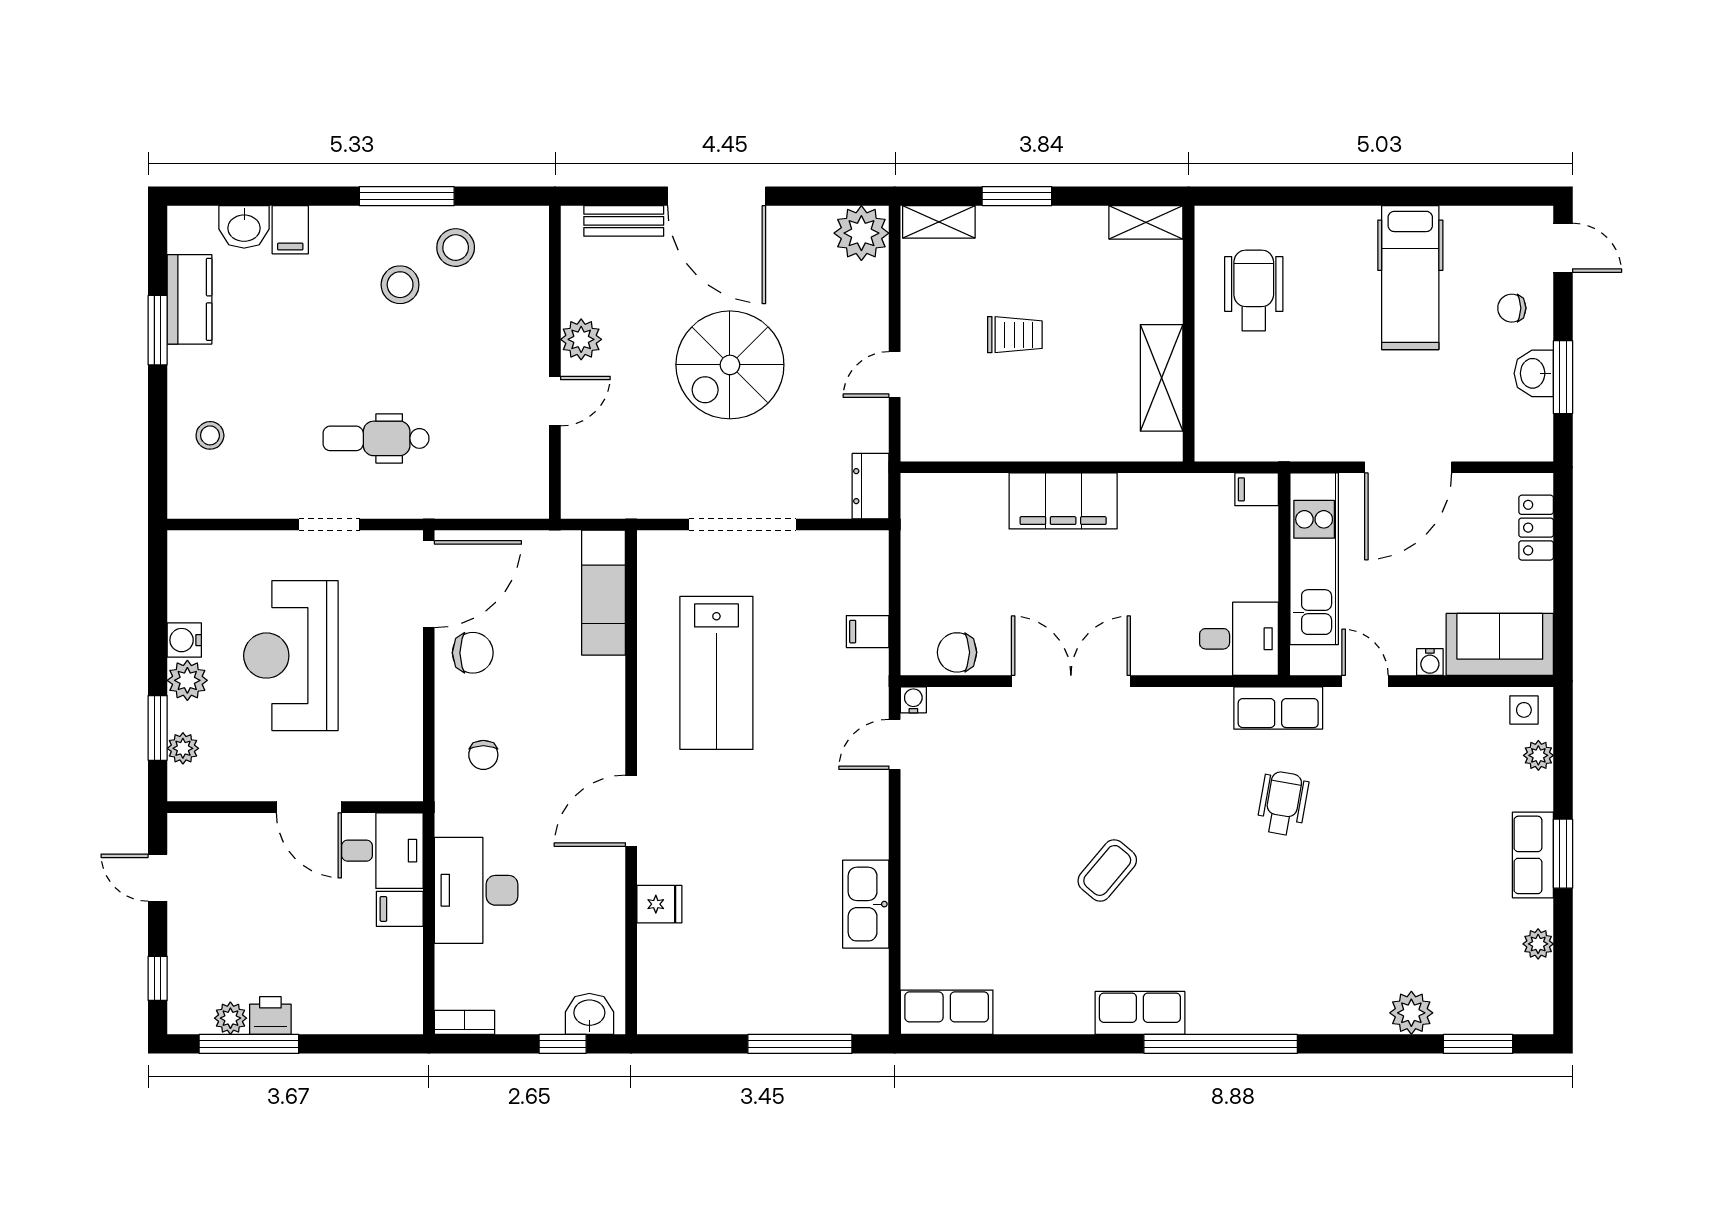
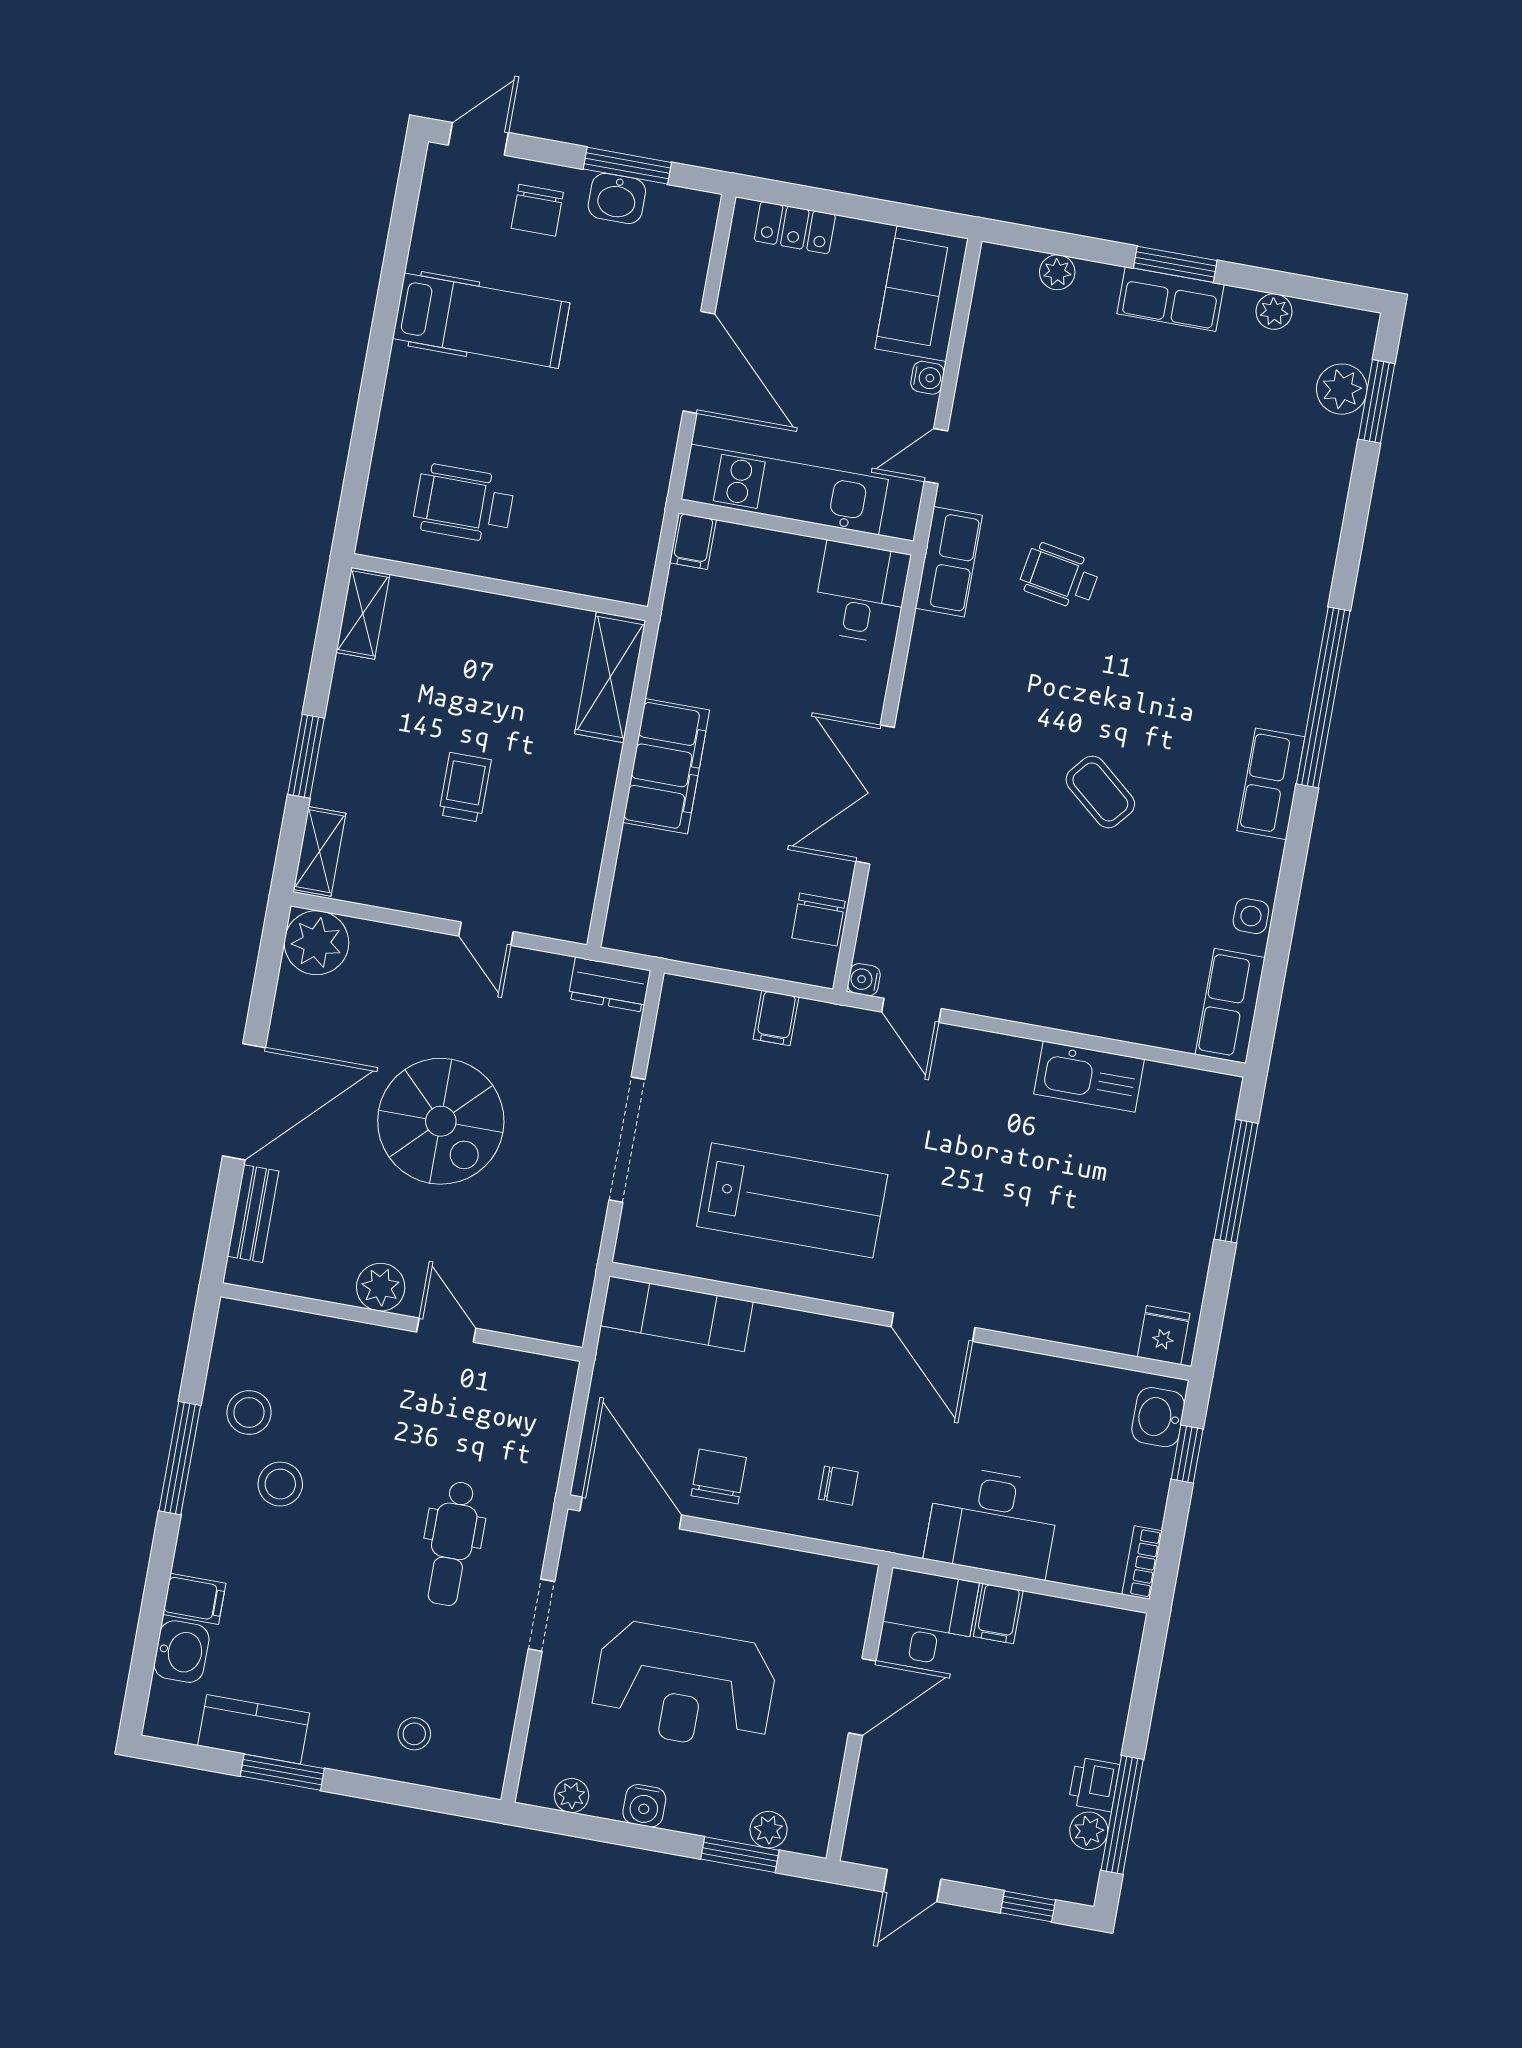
chair: (1512, 308) -> (537, 210), width x1.37, depth x1.37
shelving: (1162, 378) -> (610, 677), moved, turned 90
plant: (187, 680) -> (571, 1796), moved, width x0.73, depth x0.73
side table: (1524, 710) -> (1251, 916), moved
fridge: (659, 904) -> (1164, 1335), moved
plant: (1411, 1013) -> (1342, 389), moved

